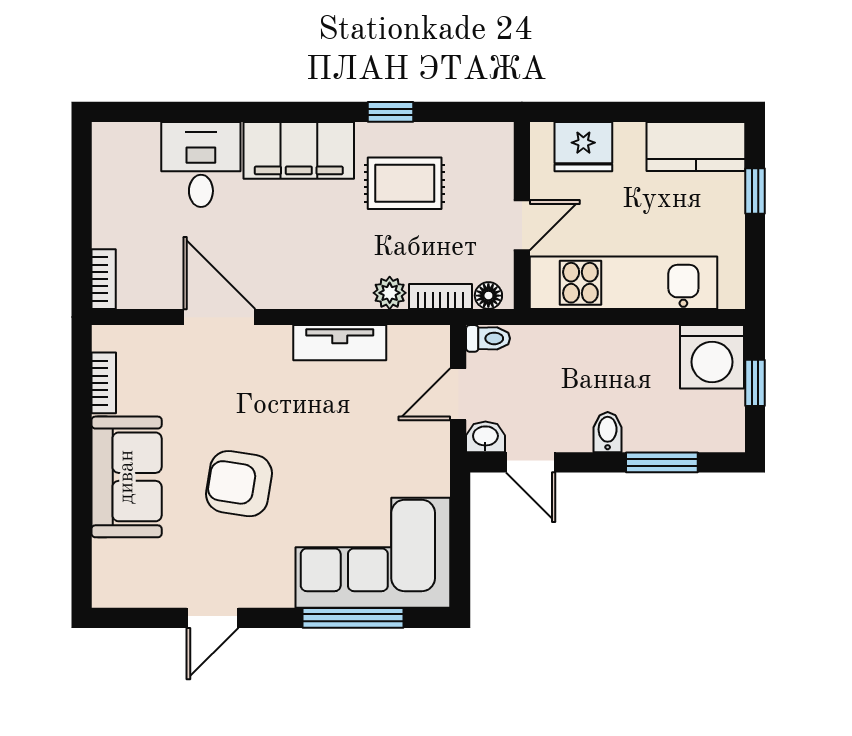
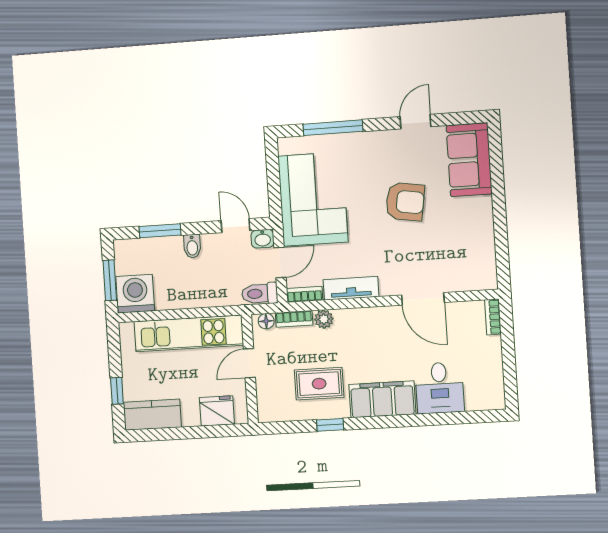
toilet: (488, 338) -> (260, 294), width x1.37, depth x1.39
bookcase: (104, 383) -> (304, 294), moved, turned 90
window: (755, 383) -> (110, 280), width x1.50
sofa: (127, 477) -> (469, 160), moved
corner sofa: (373, 553) -> (313, 199), moved, turned -90

